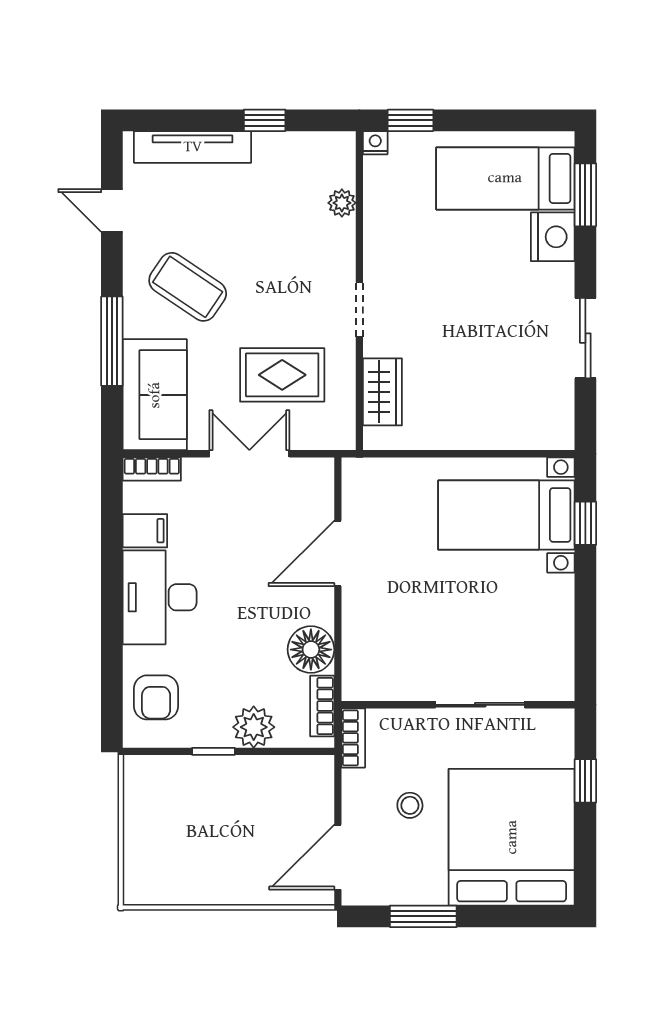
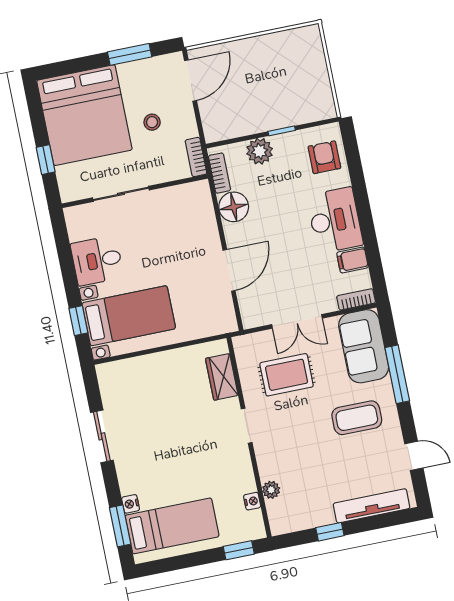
nightstand: (375, 143) -> (252, 501), moved, turned -90
nightstand: (553, 237) -> (131, 504), width x0.53, depth x0.56
coffee table: (188, 287) -> (357, 418), turned -34
desk: (538, 610) -> (97, 261), added

